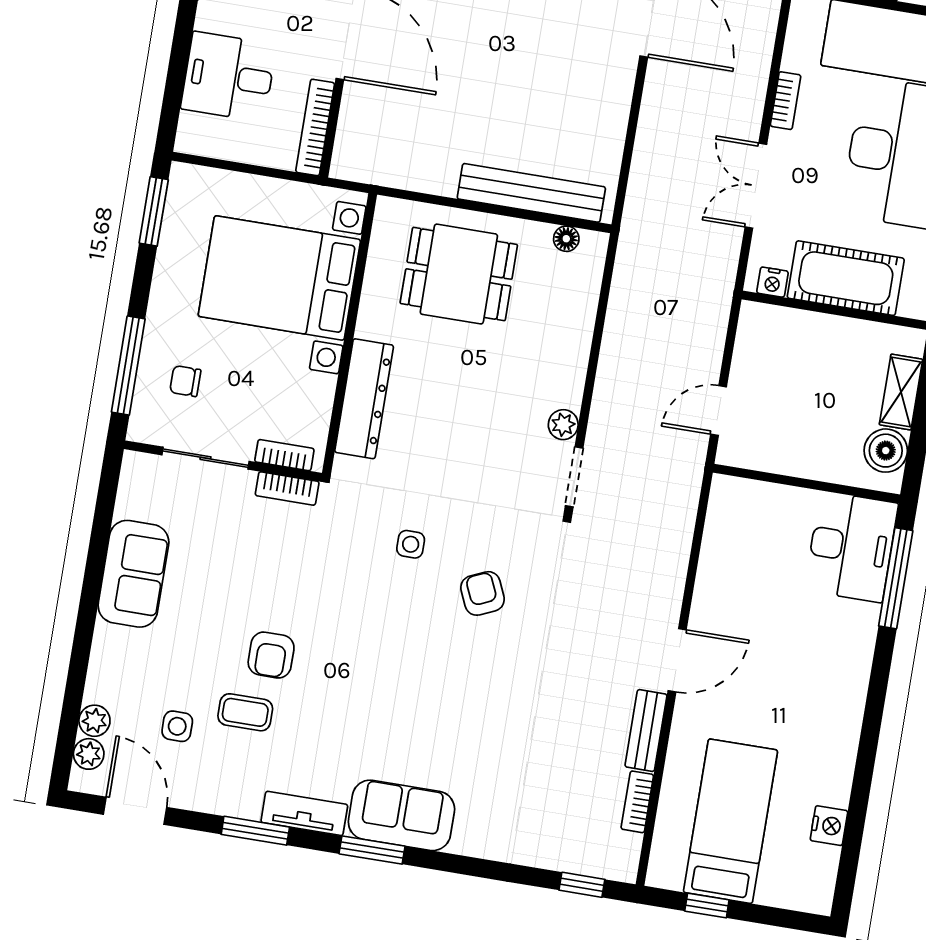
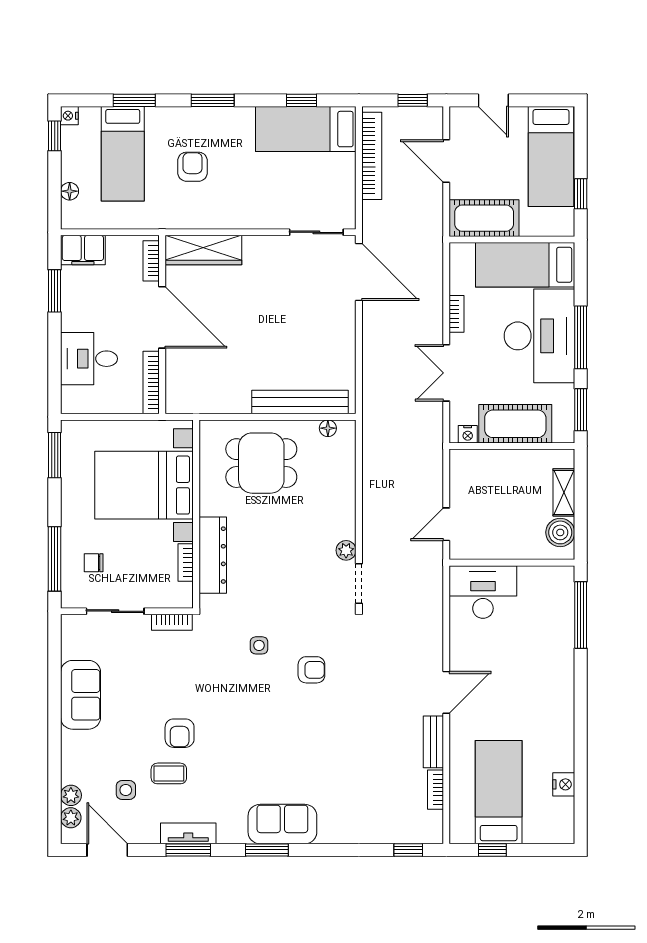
bookcase: (284, 455) -> (186, 563), moved, turned -90
desk: (851, 547) -> (483, 592), moved, turned -90
armchair: (482, 593) -> (311, 670), turned 114
tv unit: (304, 813) -> (188, 833), moved

